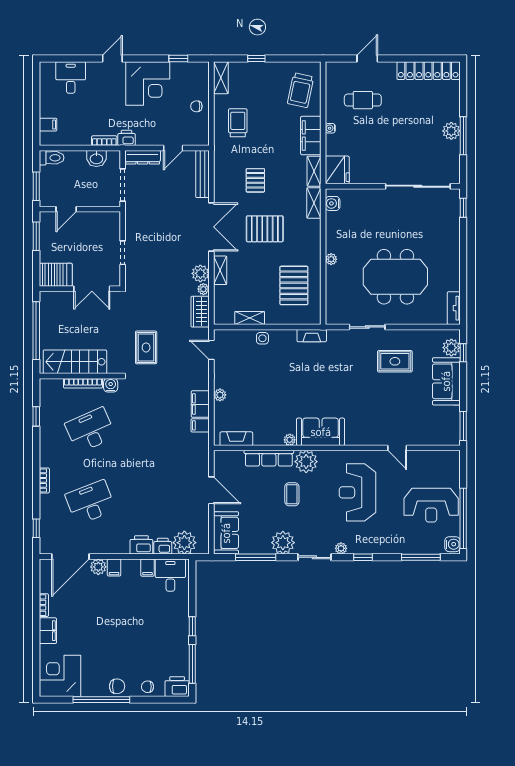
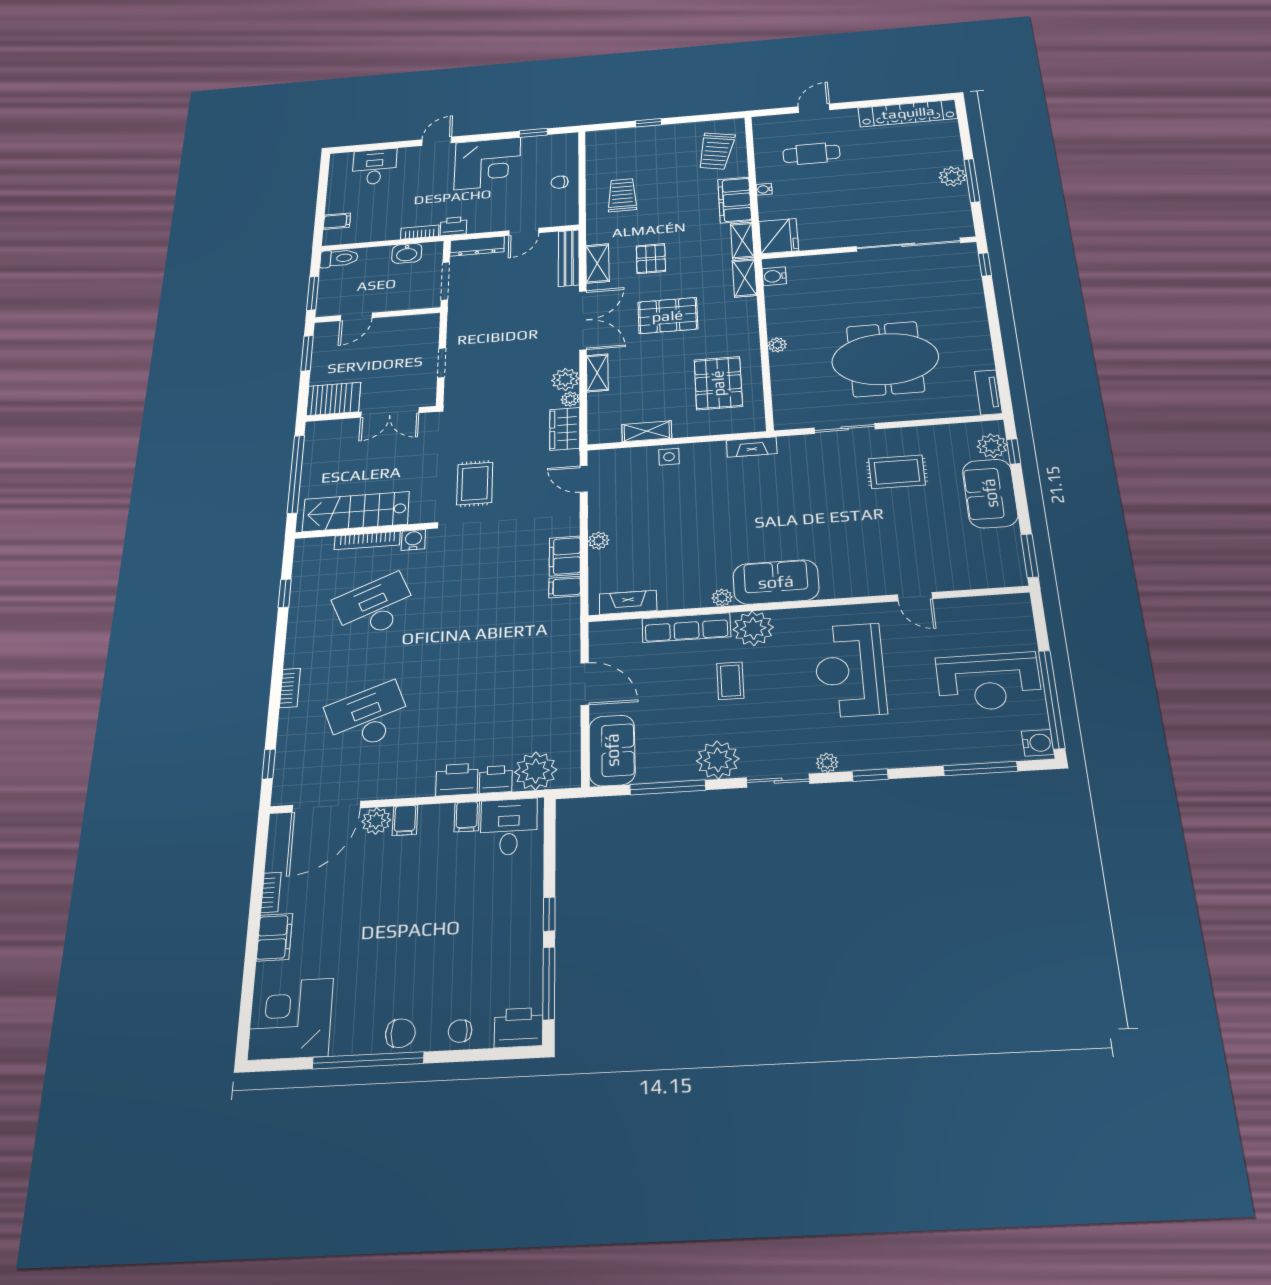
shelving: (221, 78) -> (597, 263), moved

